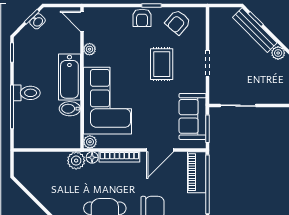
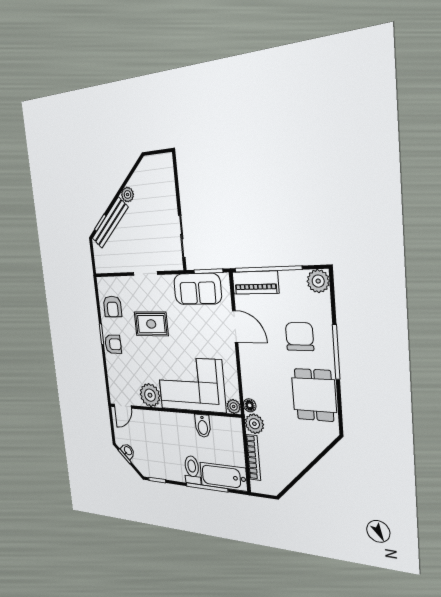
armchair: (178, 22) -> (112, 307), turned 49
plant: (90, 49) -> (150, 395), width x1.88, depth x1.88
bathtub: (69, 77) -> (223, 477), moved, turned 180
bookcase: (119, 157) -> (253, 457), moved

